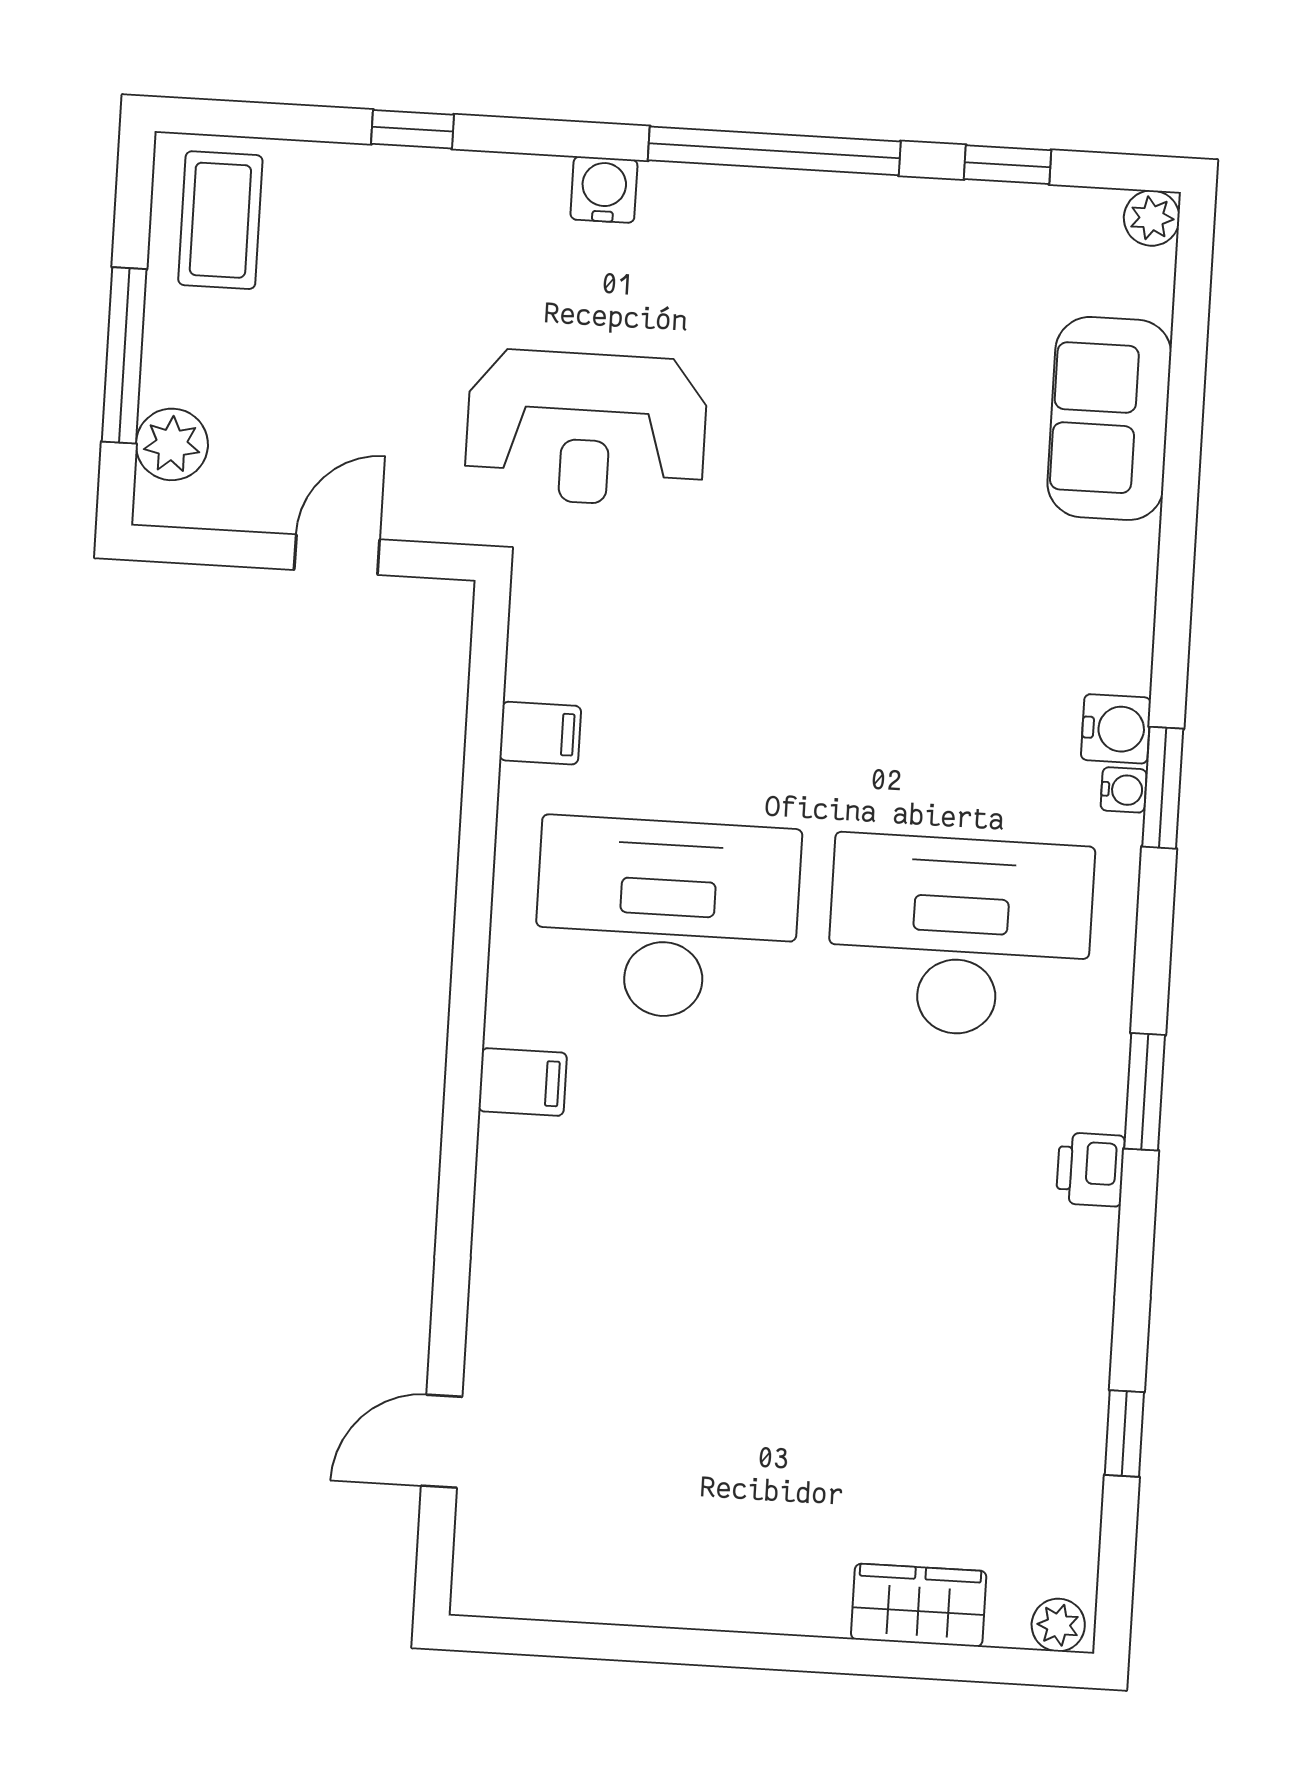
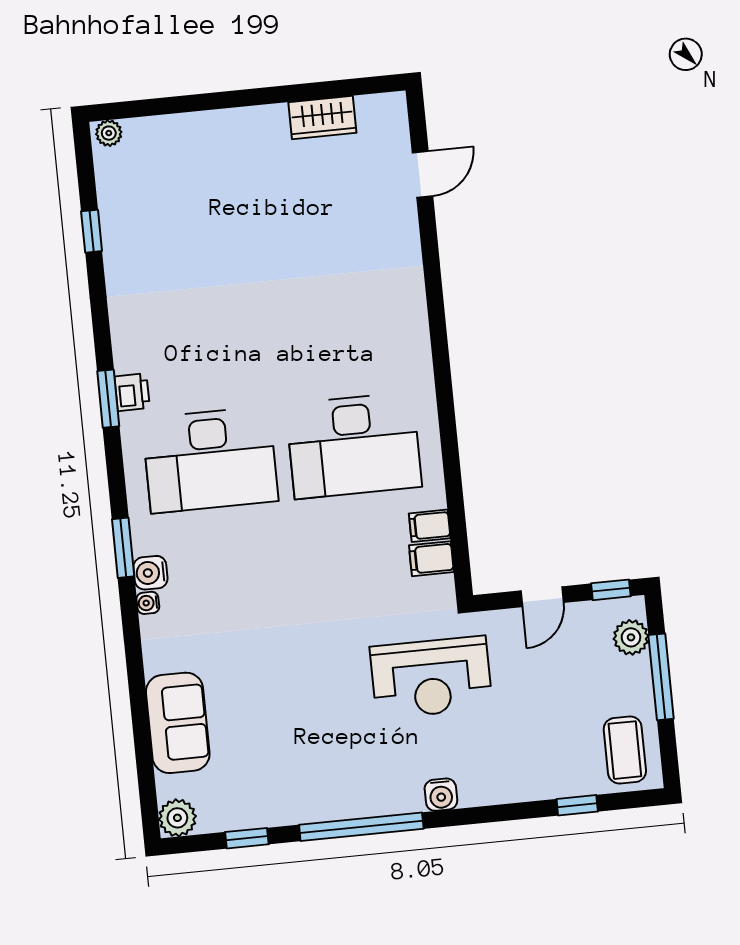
window: (412, 129) -> (577, 805), moved
plant: (1152, 218) -> (177, 818), width x1.38, depth x1.38
reception desk: (586, 428) -> (431, 677), turned 180
window: (197, 546) -> (611, 590), added
water cooler: (1124, 790) -> (148, 603), moved
filing cabinet: (523, 1082) -> (431, 559), moved
printer: (1090, 1169) -> (132, 392), moved
wardrobe: (919, 1605) -> (322, 117), moved

